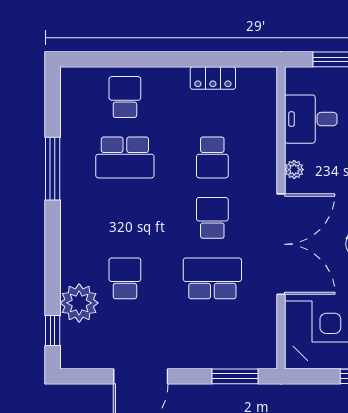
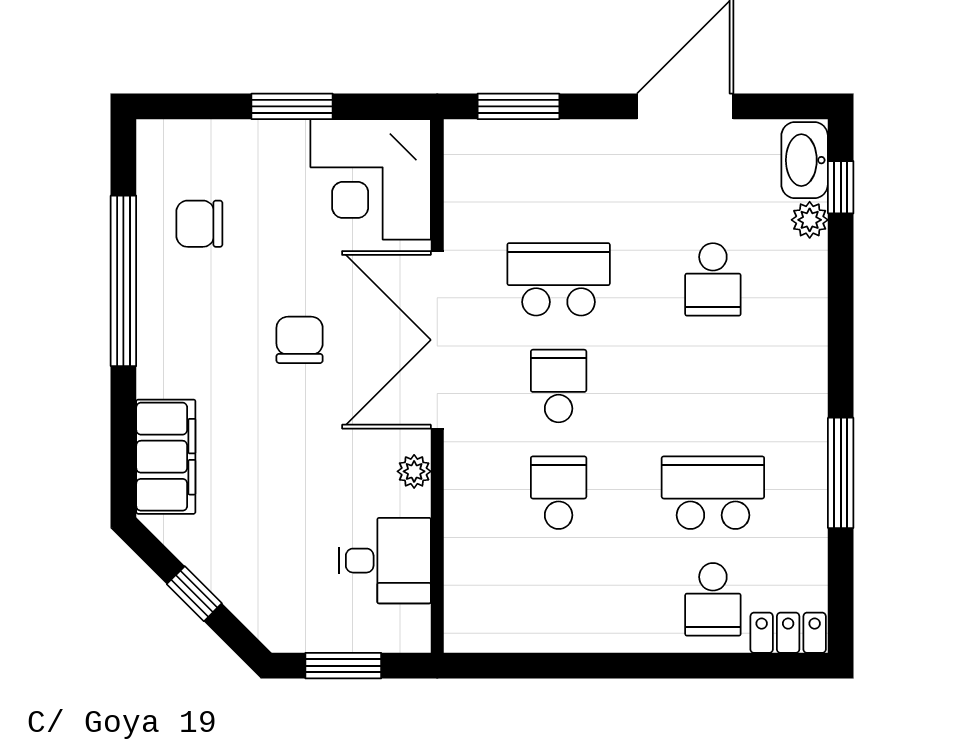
locker: (213, 78) -> (788, 633), moved
school desk: (212, 218) -> (559, 386), turned 180
school desk: (212, 278) -> (559, 279), turned 180
plant: (79, 303) -> (810, 220), width x0.53, depth x0.53
washbasin: (73, 346) -> (805, 160), added

